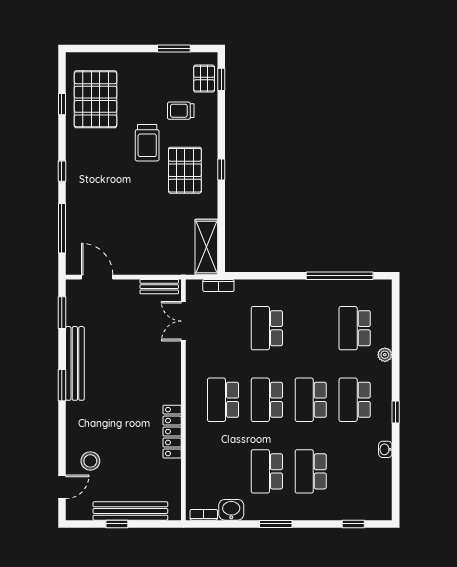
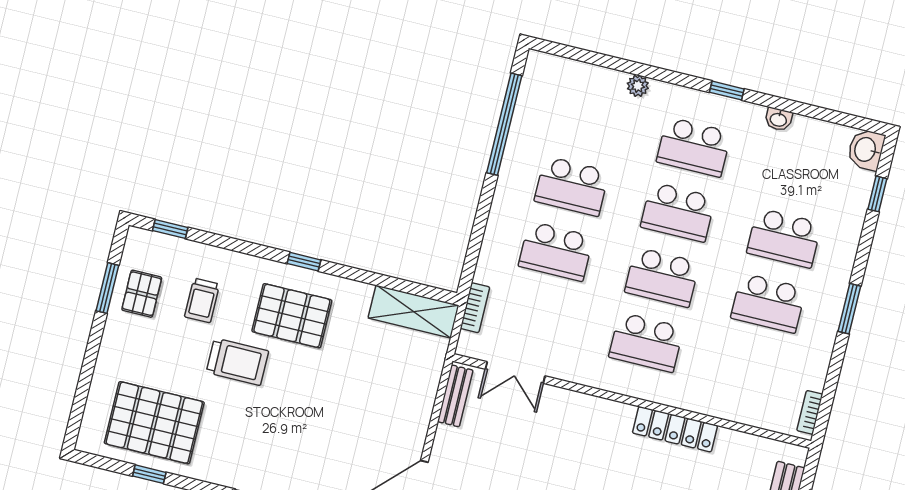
pallet: (204, 79) -> (142, 294), moved, turned 90
school desk: (355, 328) -> (572, 186), moved
washbasin: (231, 510) -> (866, 150), moved

